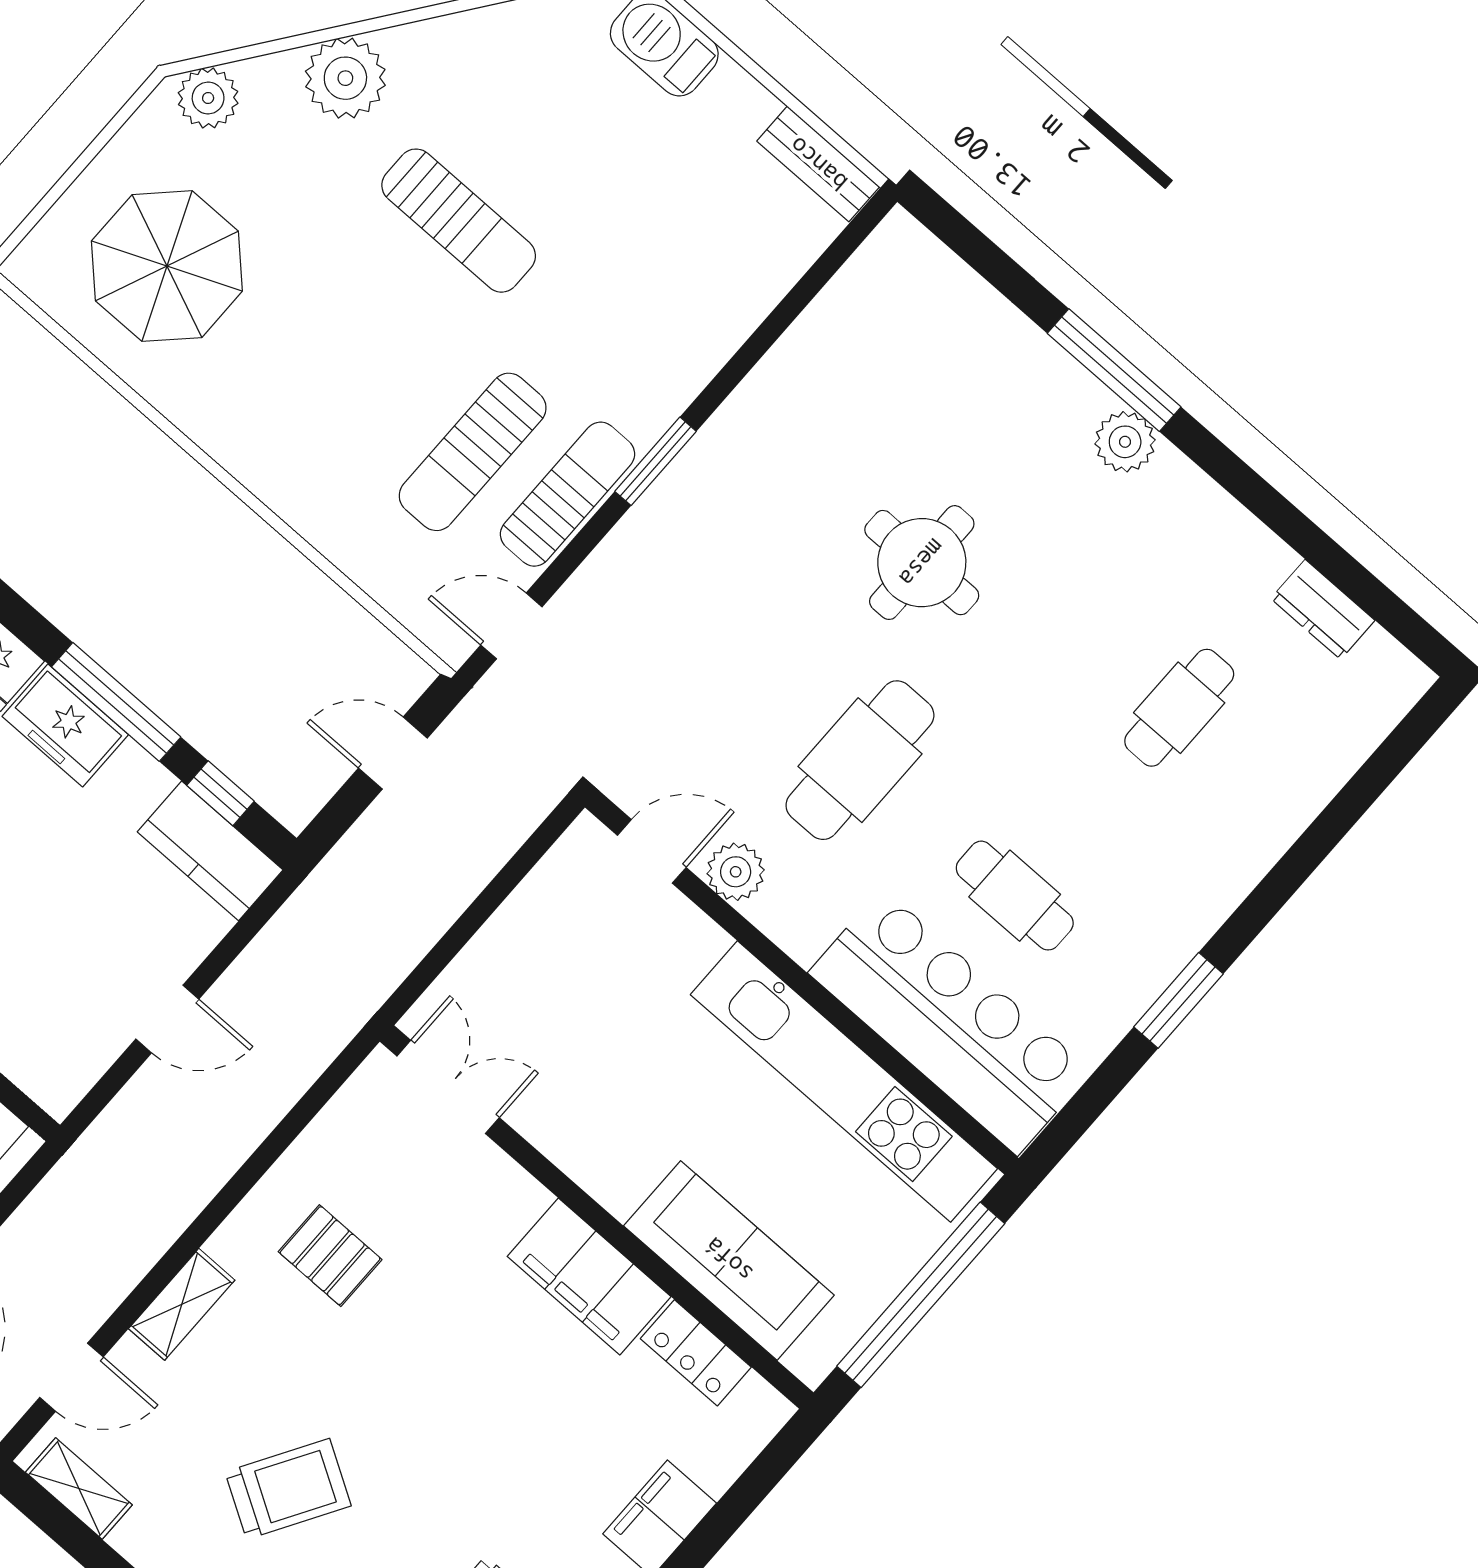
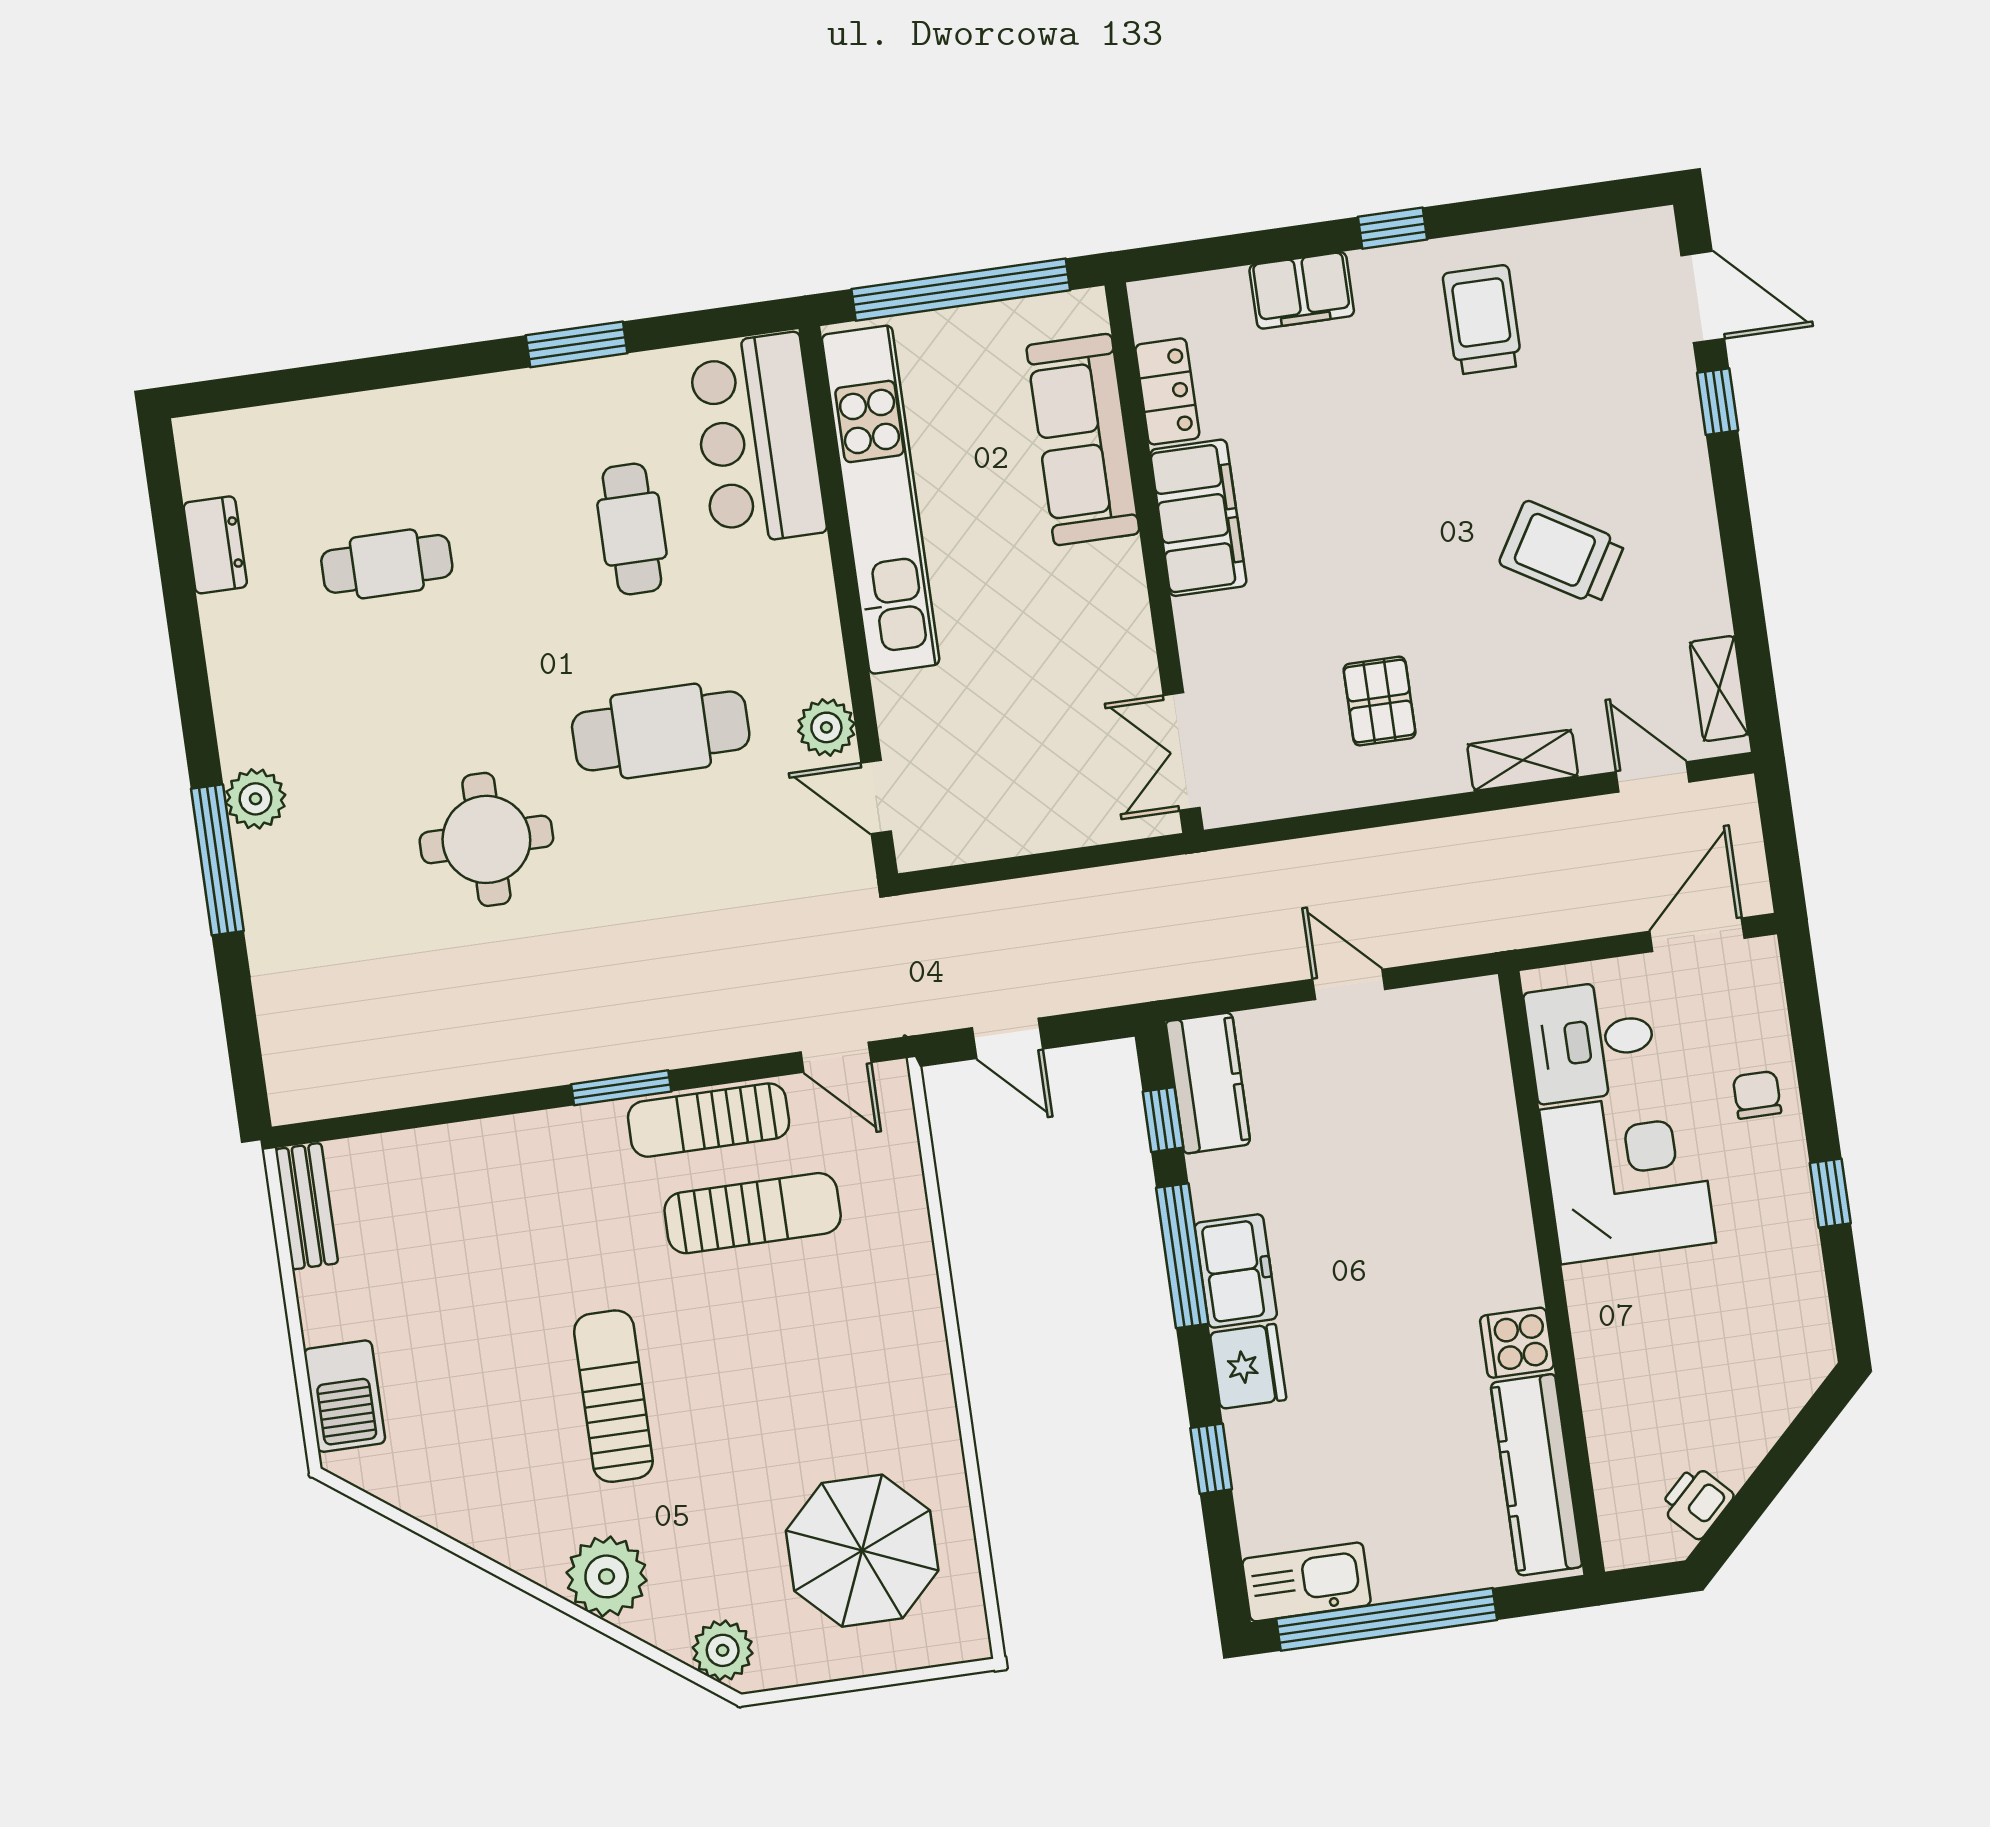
bar counter: (950, 1022) -> (757, 439), width x0.73

